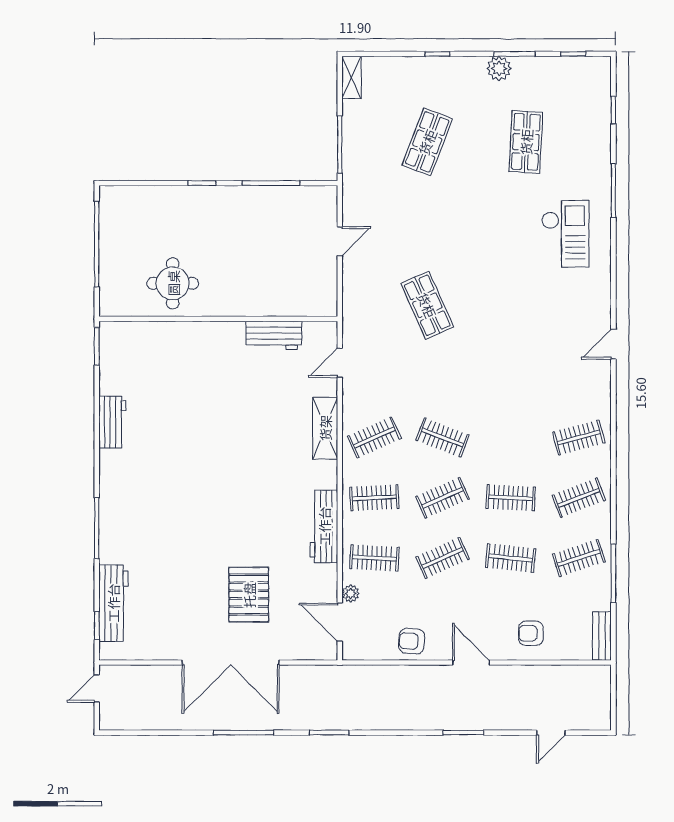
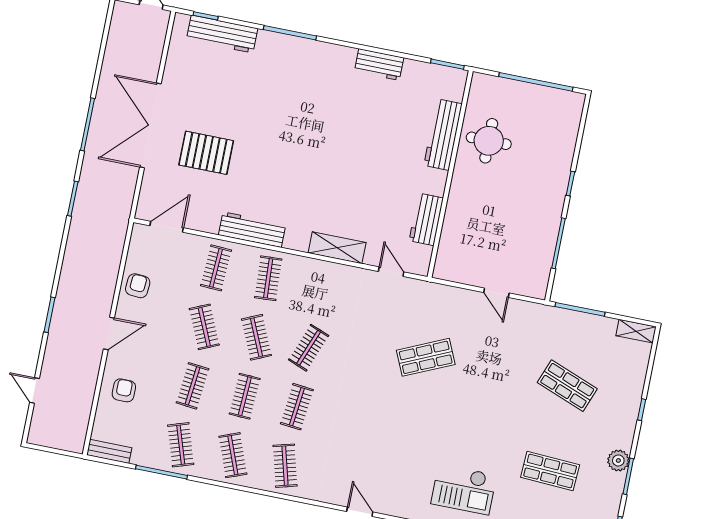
workbench: (176, 336) -> (443, 135), added
clothes rail: (374, 437) -> (297, 407), moved, turned 30
plant: (351, 593) -> (189, 241), removed

